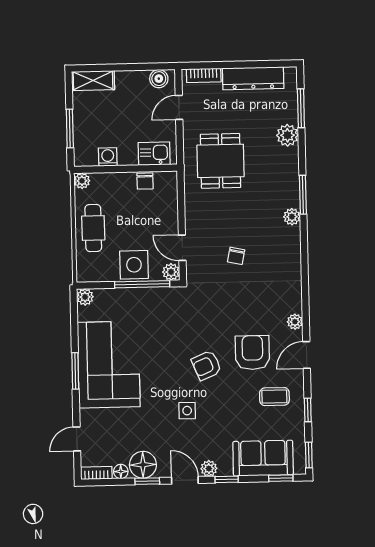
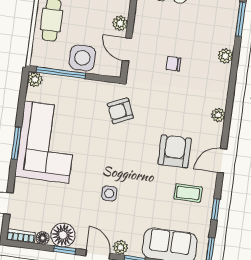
plant: (292, 217) -> (225, 56), moved
chair: (236, 256) -> (173, 64), turned 78
plant: (171, 272) -> (120, 23), moved
window: (142, 284) -> (61, 73), moved
plant: (295, 322) -> (218, 115), moved
armchair: (206, 365) -> (120, 111), moved

